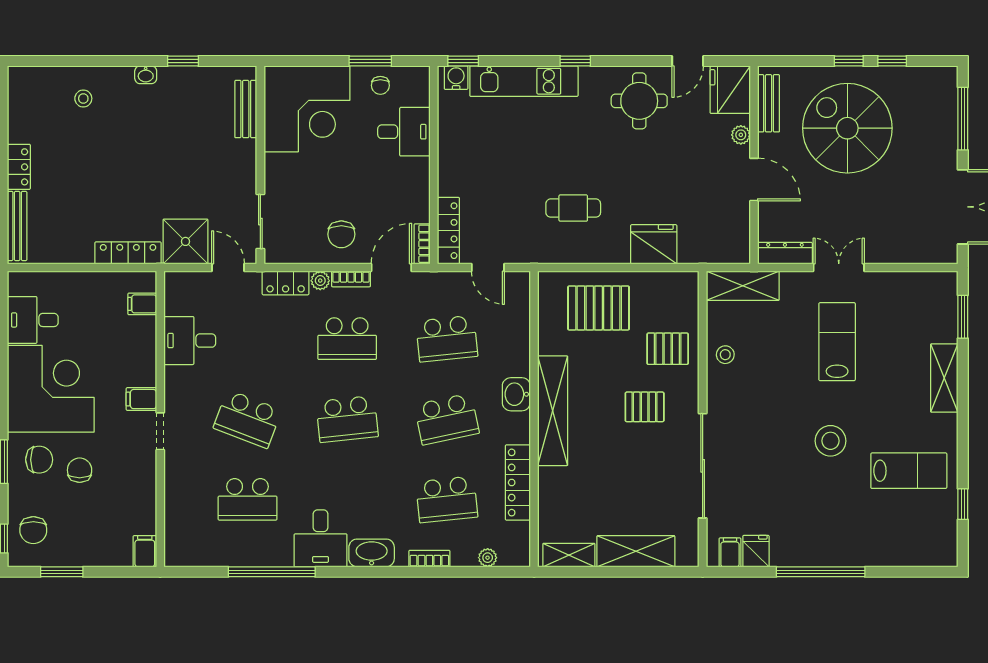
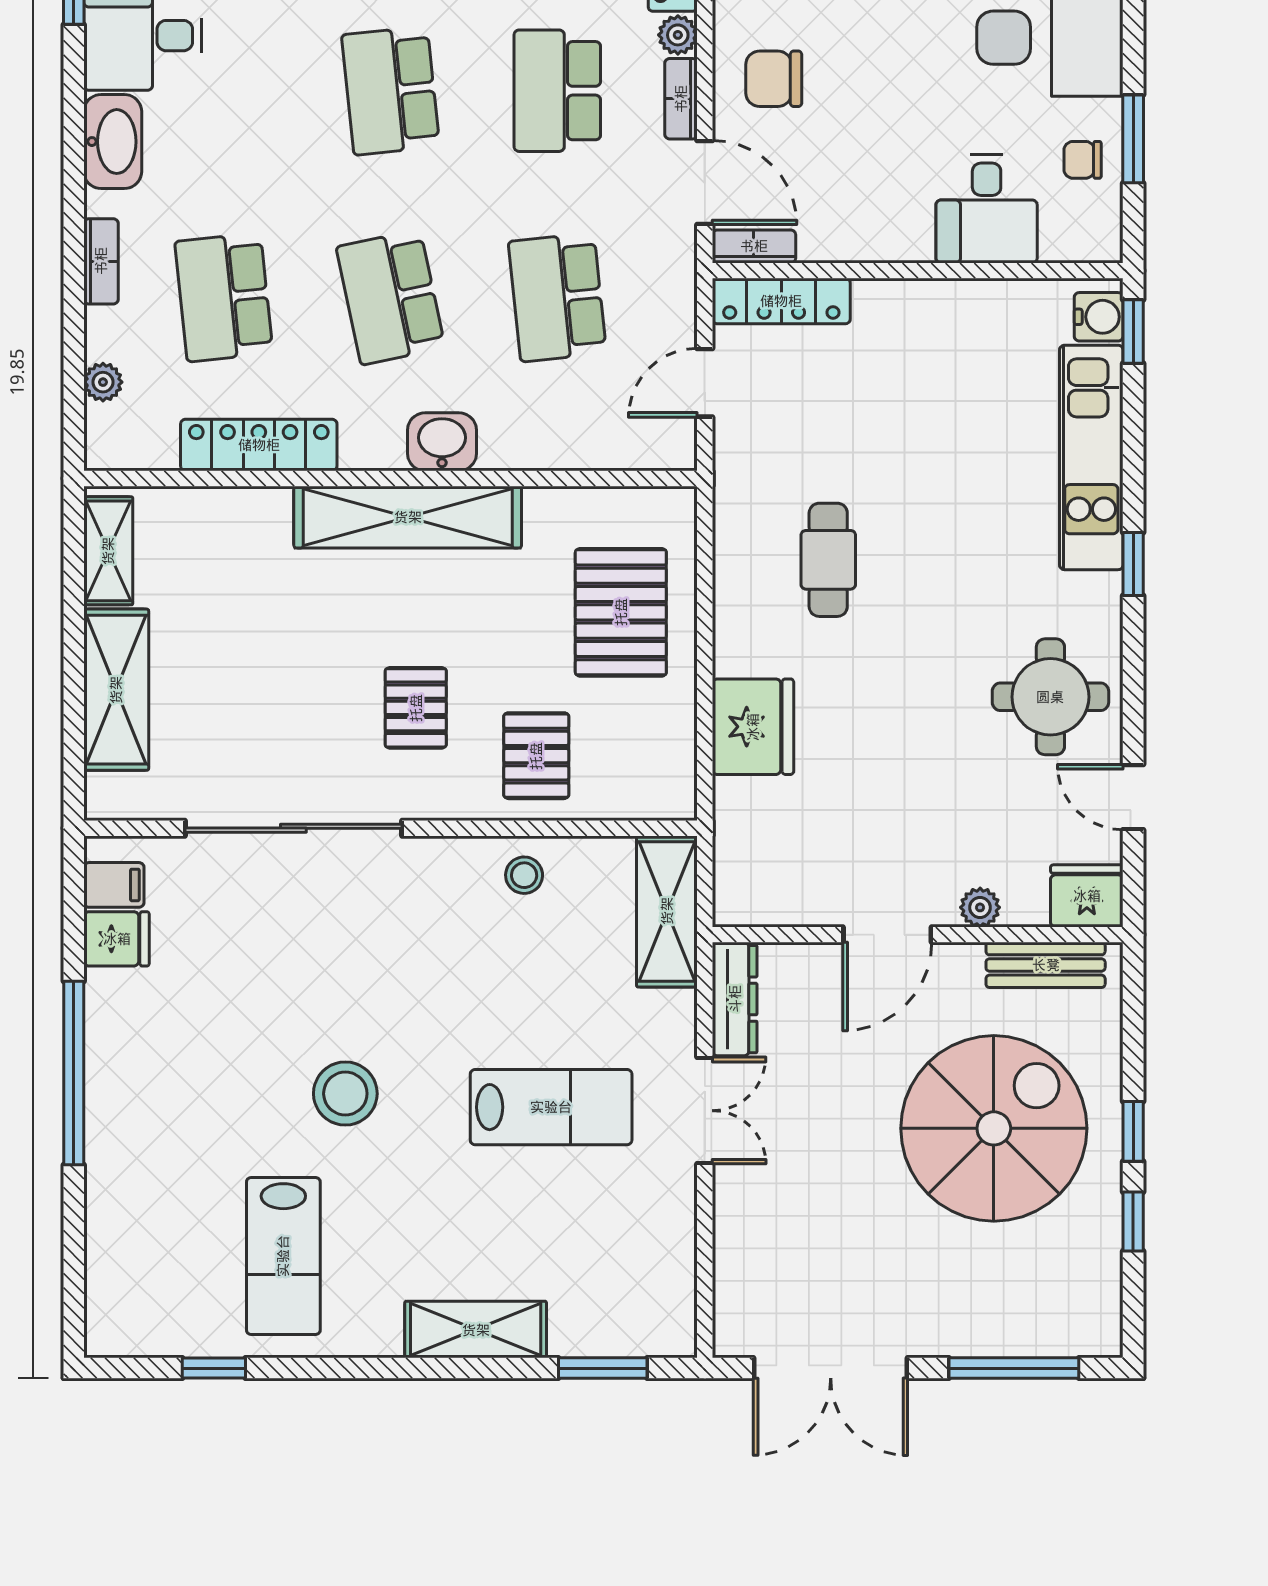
fridge: (730, 90) -> (1087, 896), width x0.73, depth x0.75

